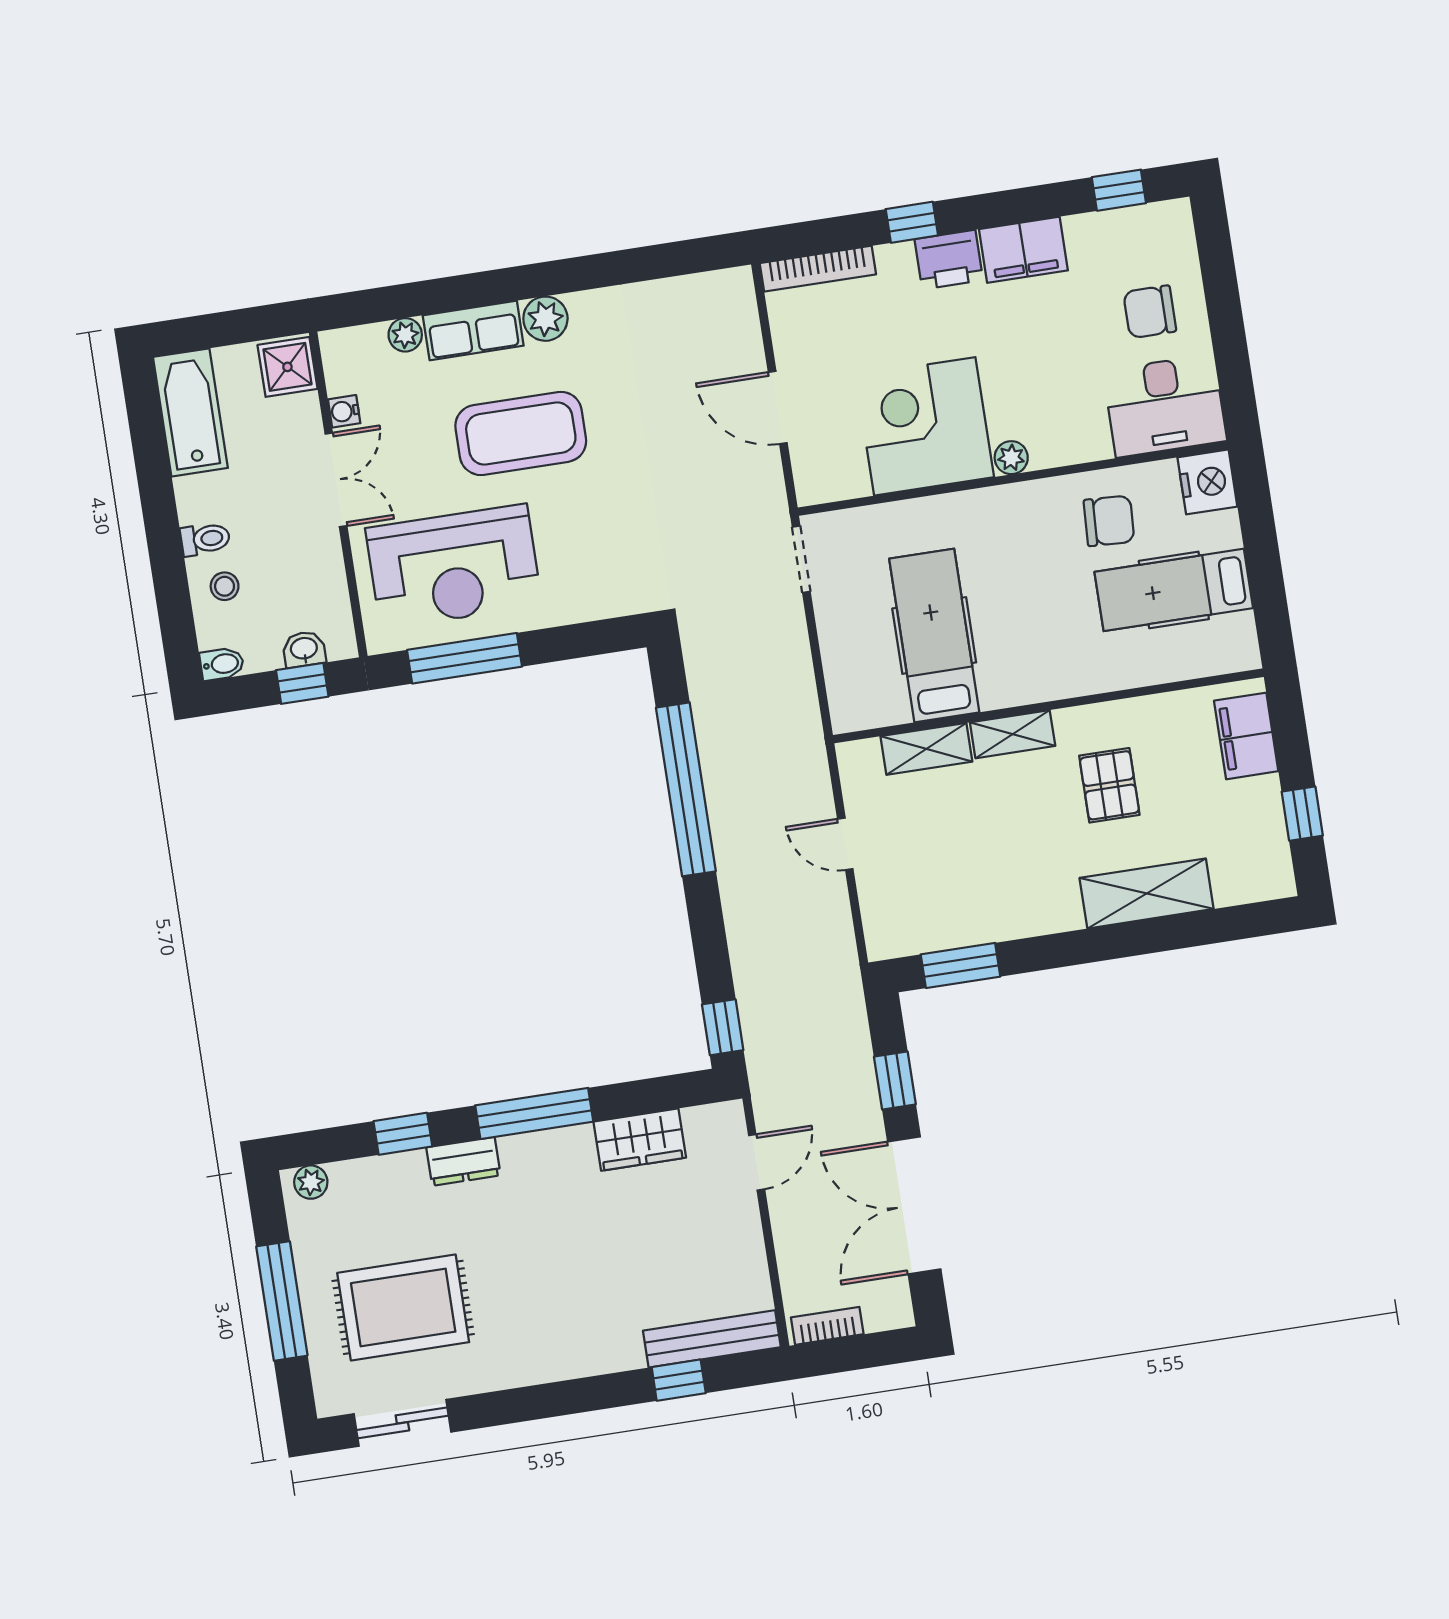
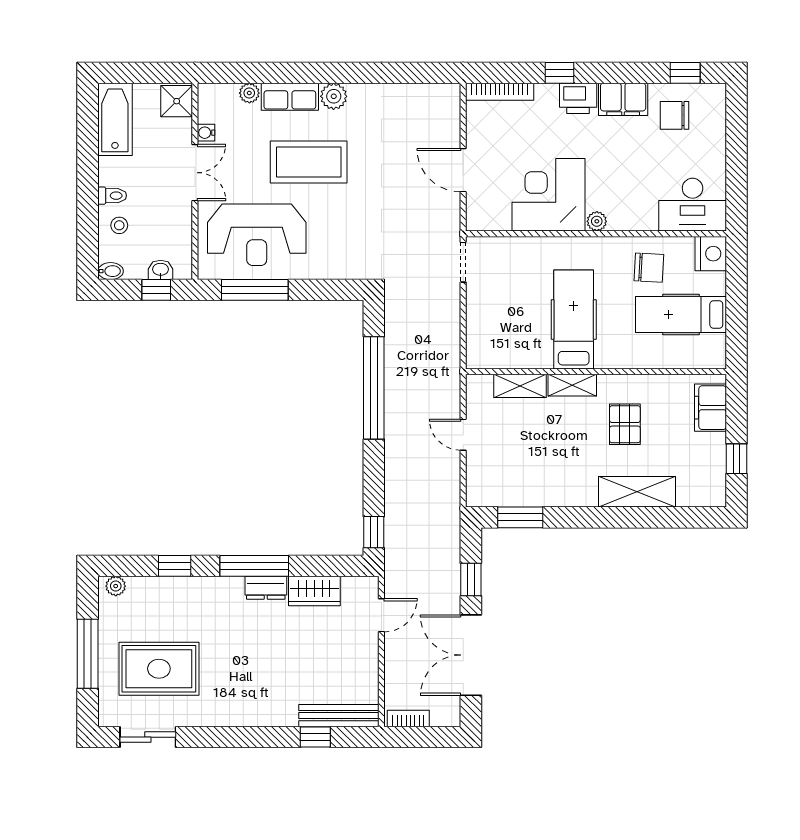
chair: (1150, 312) -> (674, 115), moved
hospital bed: (934, 635) -> (574, 320), moved
dresser: (463, 1161) -> (266, 588), moved

